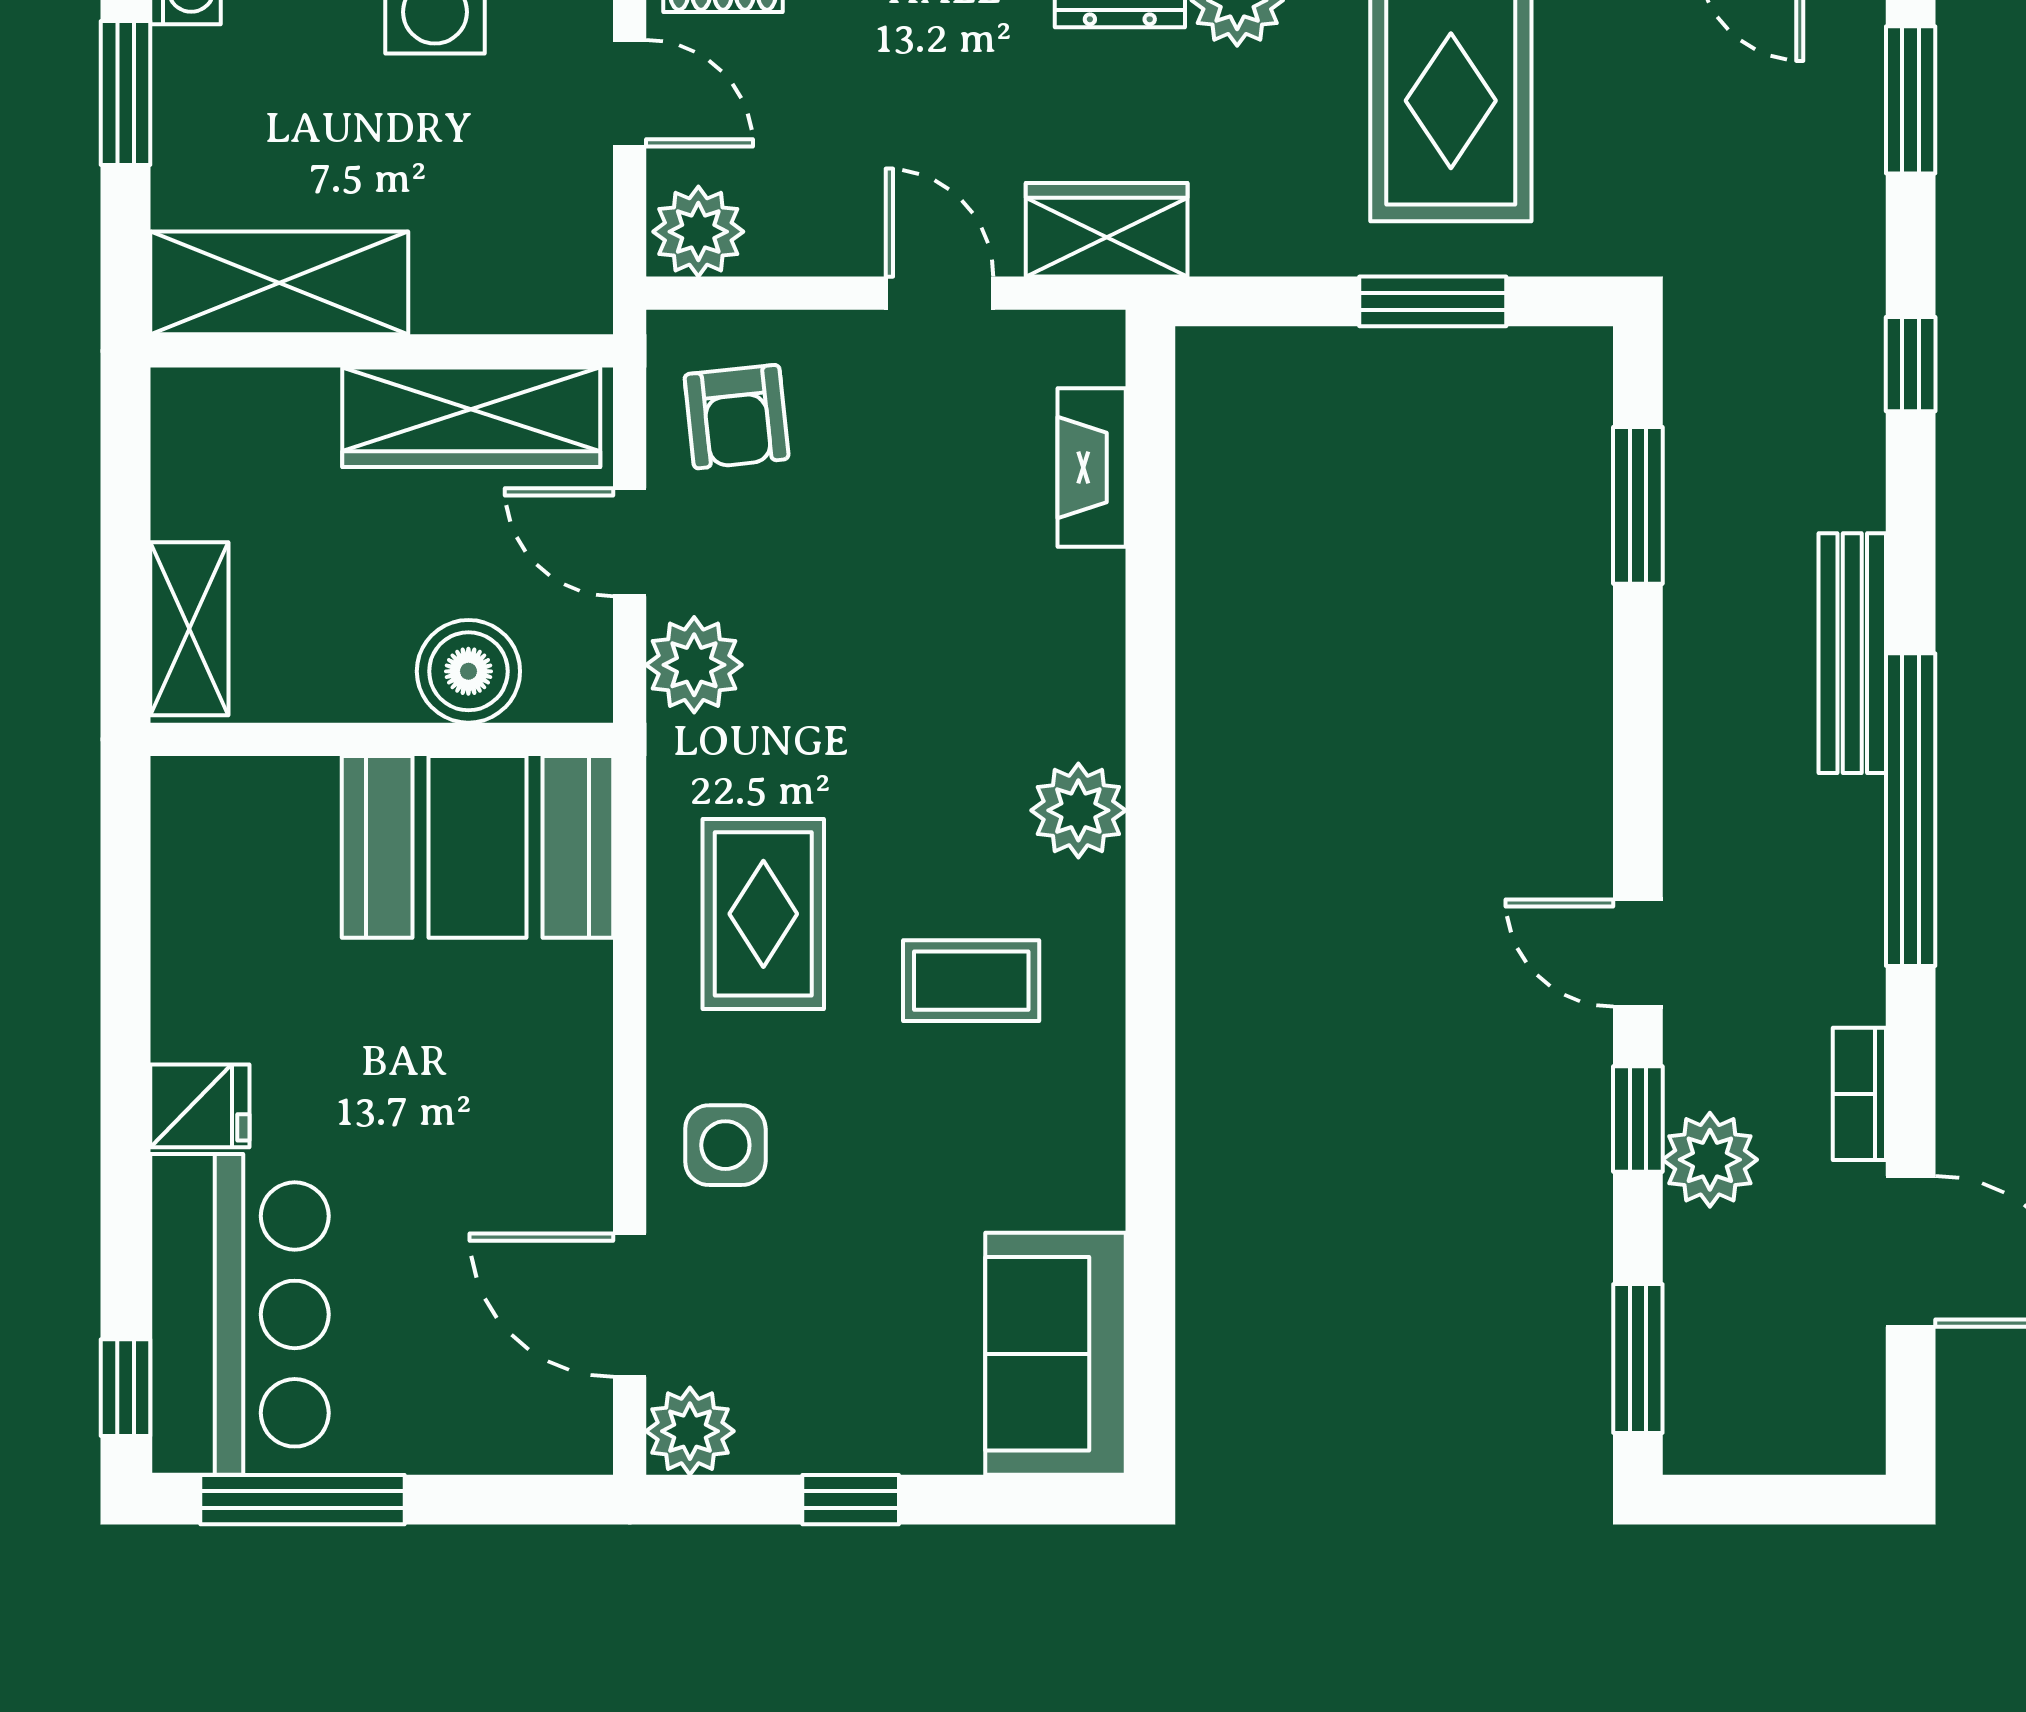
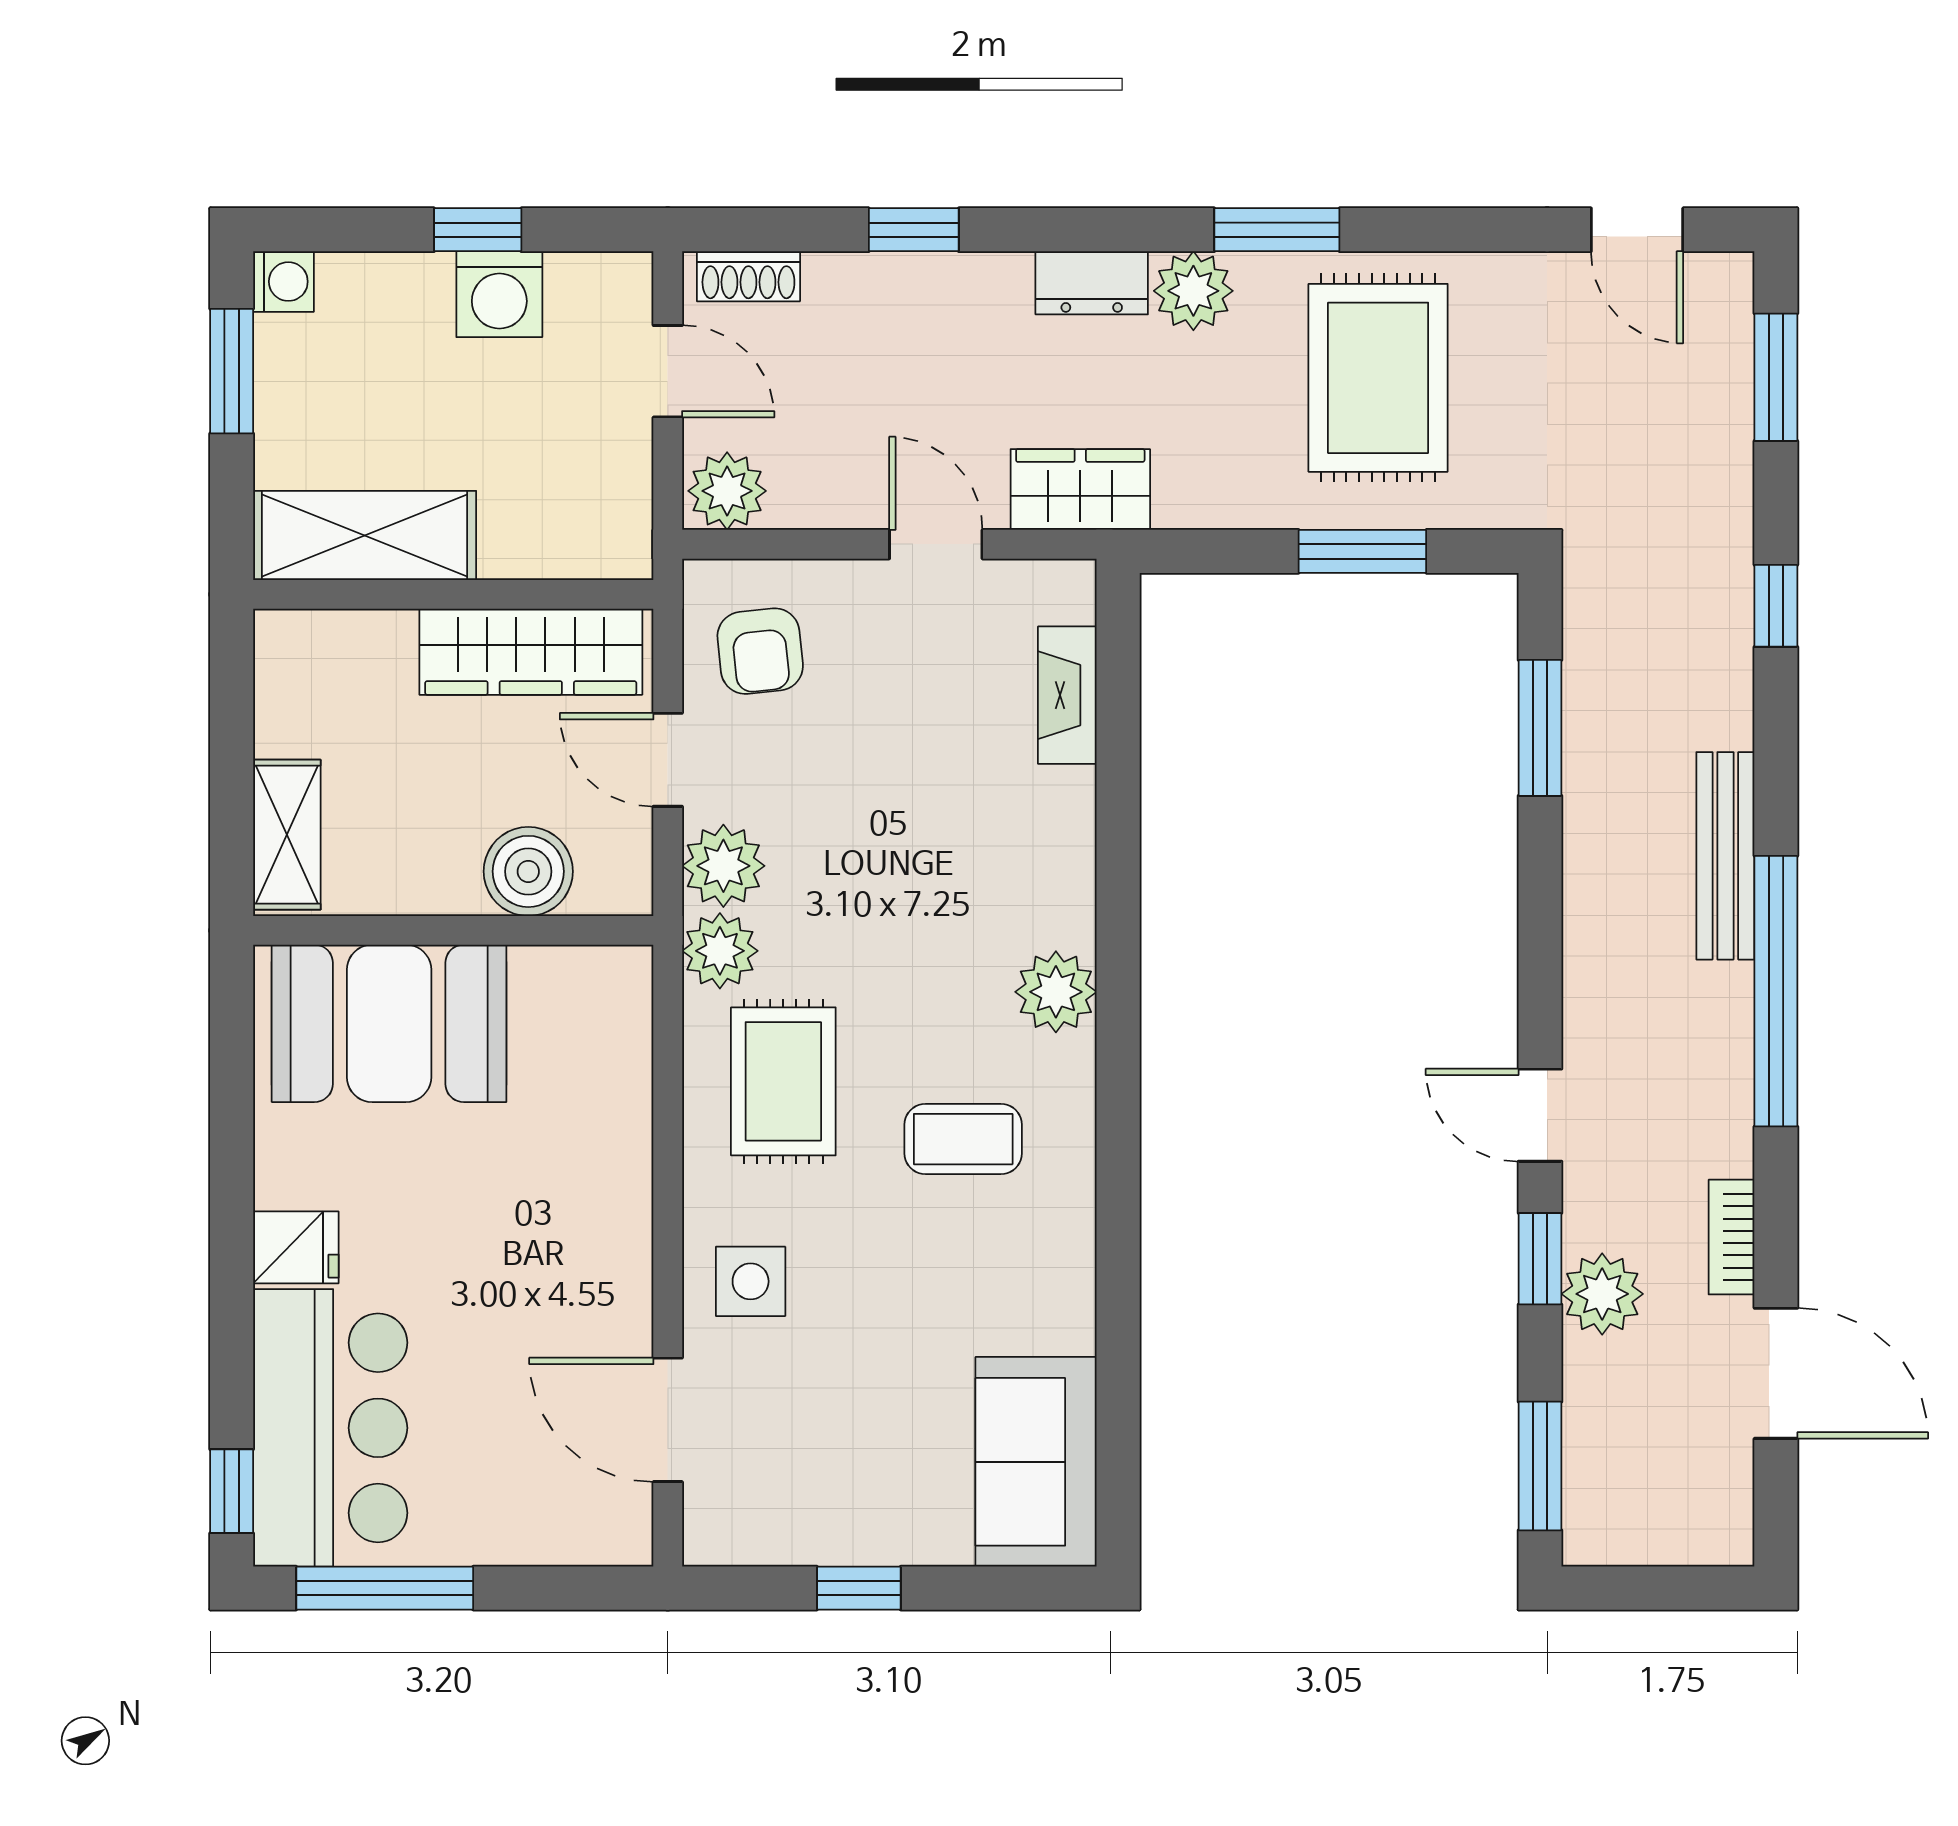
booth: (477, 847) -> (389, 1023), moved
plant: (690, 1431) -> (720, 951), moved

